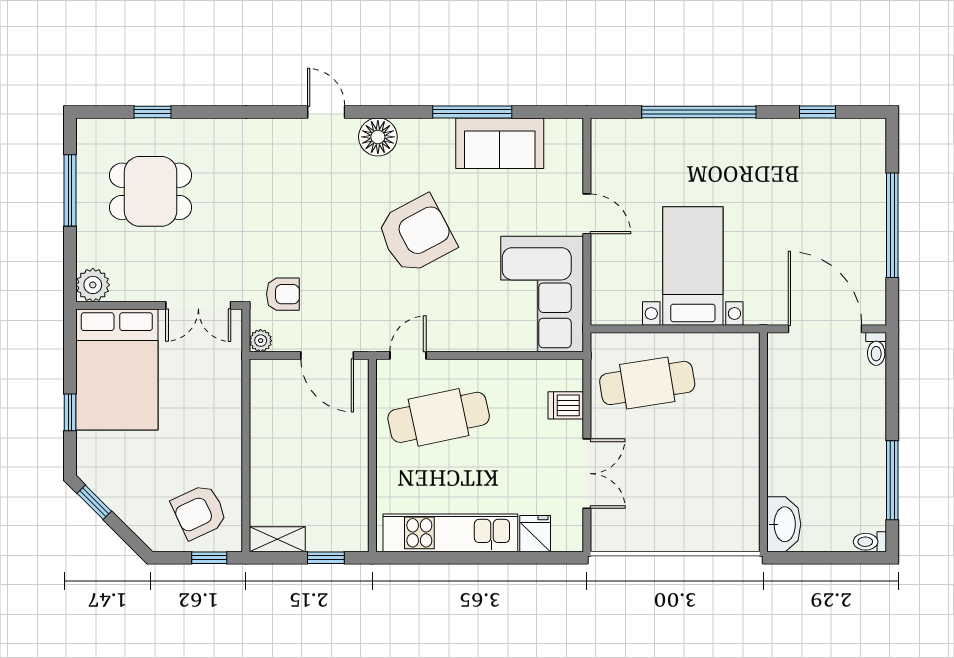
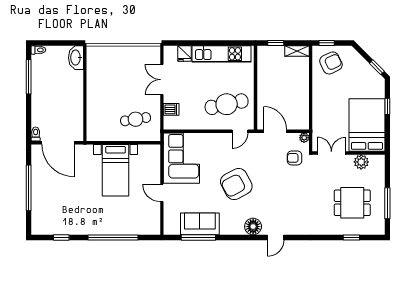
door: (326, 112) -> (276, 237), hinge flipped
window: (472, 112) -> (198, 237), moved
plant: (93, 285) -> (361, 162), moved
cafe table: (647, 383) -> (136, 119), width x0.73, depth x0.74

